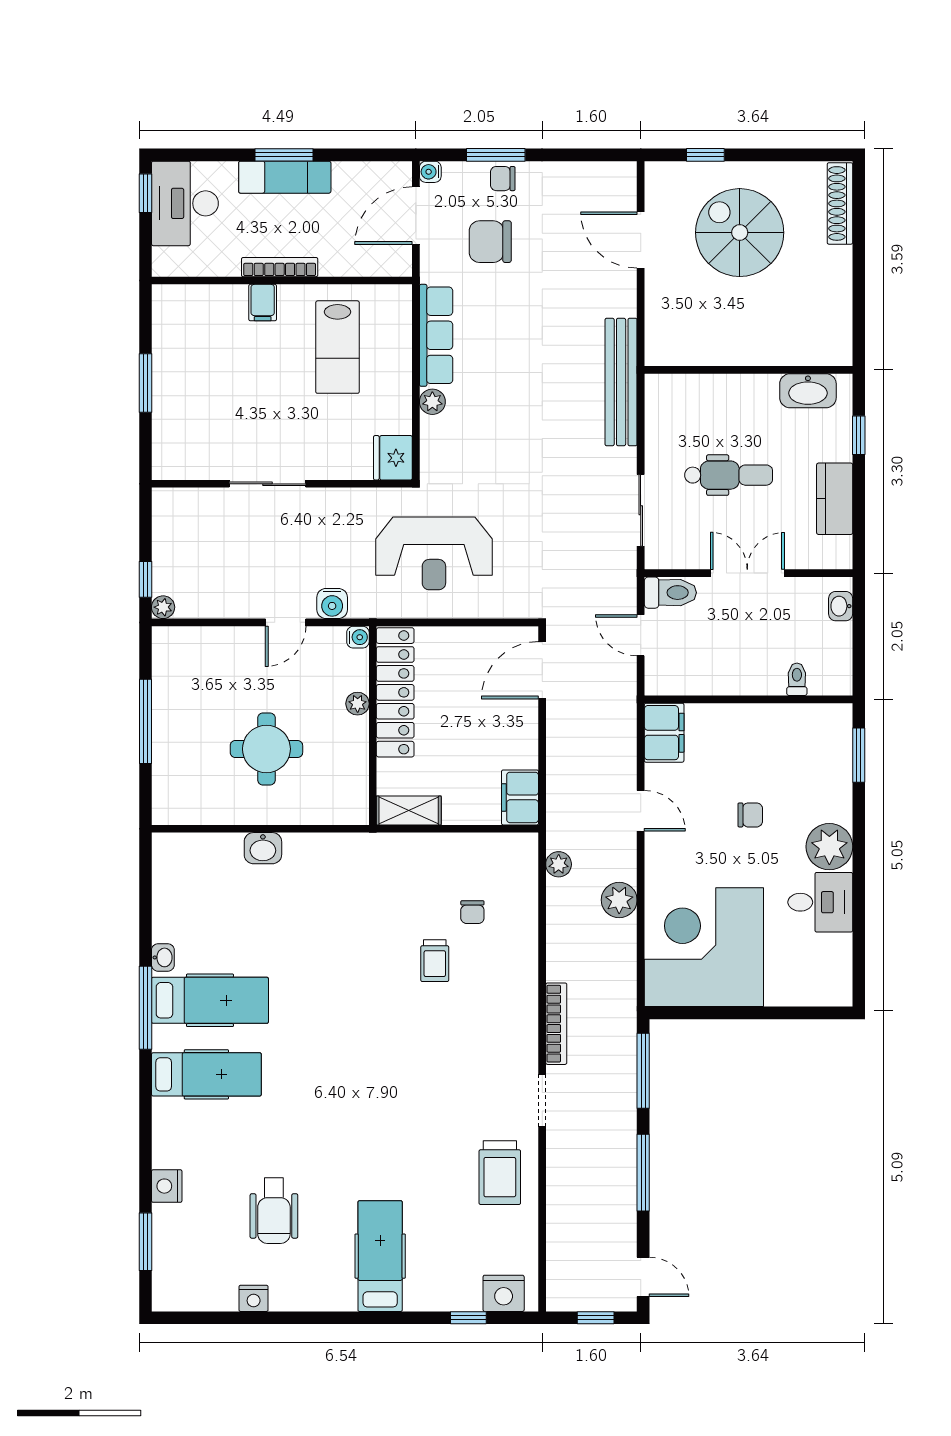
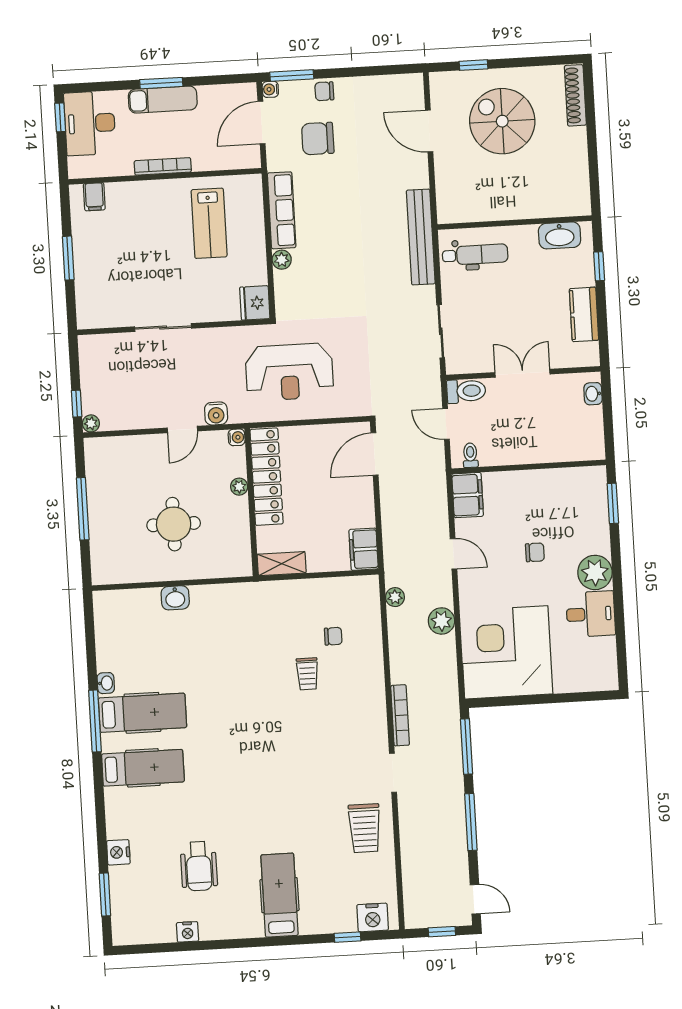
window: (496, 155) -> (292, 76), moved
filing cabinet: (263, 303) -> (94, 197), moved
dental chair: (729, 475) -> (475, 255), moved
toilet: (797, 679) -> (470, 455), moved
chair: (472, 912) -> (333, 636), turned -90

